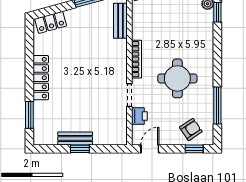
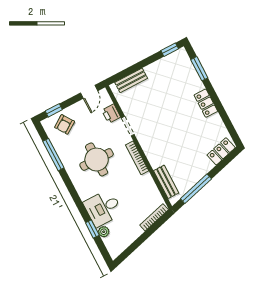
desk: (196, 27) -> (103, 208), added
locker: (41, 78) -> (206, 103), width x0.66
bench: (75, 139) -> (131, 80), moved
window: (80, 149) -> (170, 50), moved

